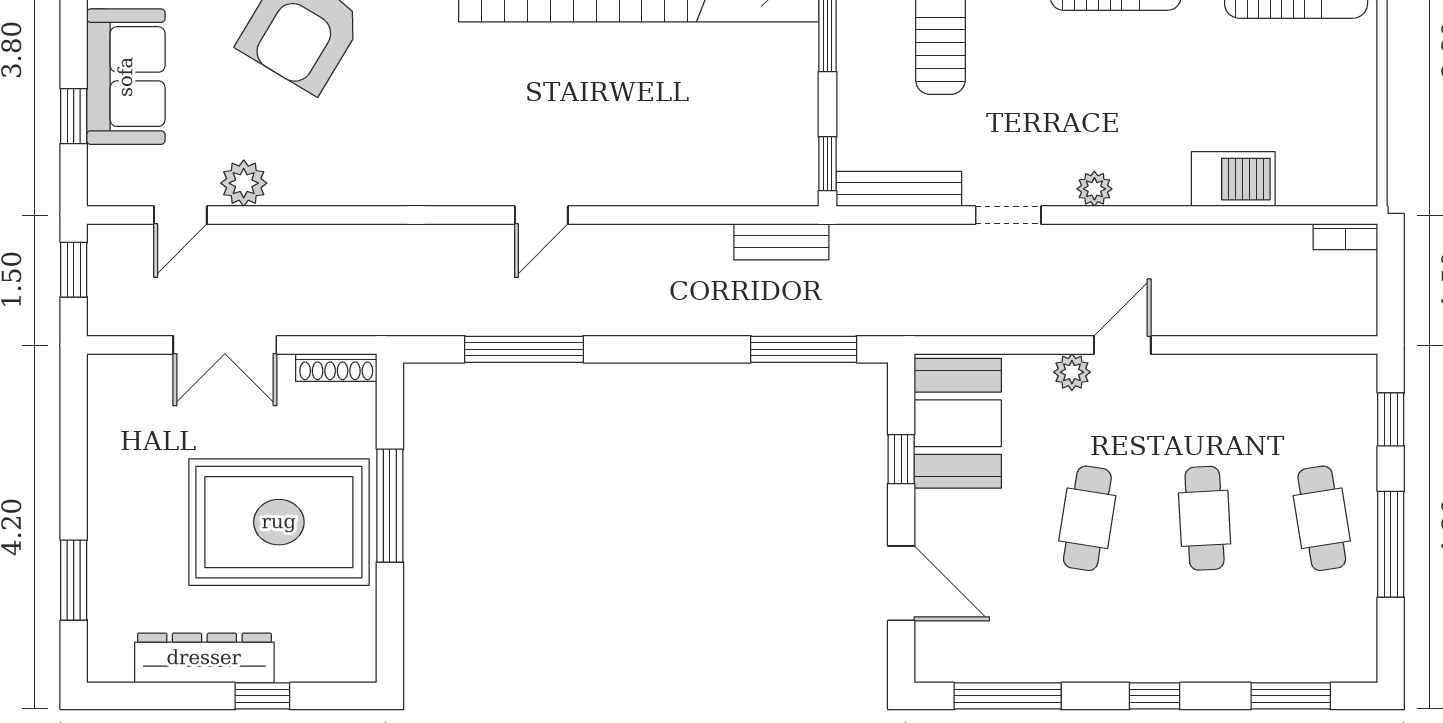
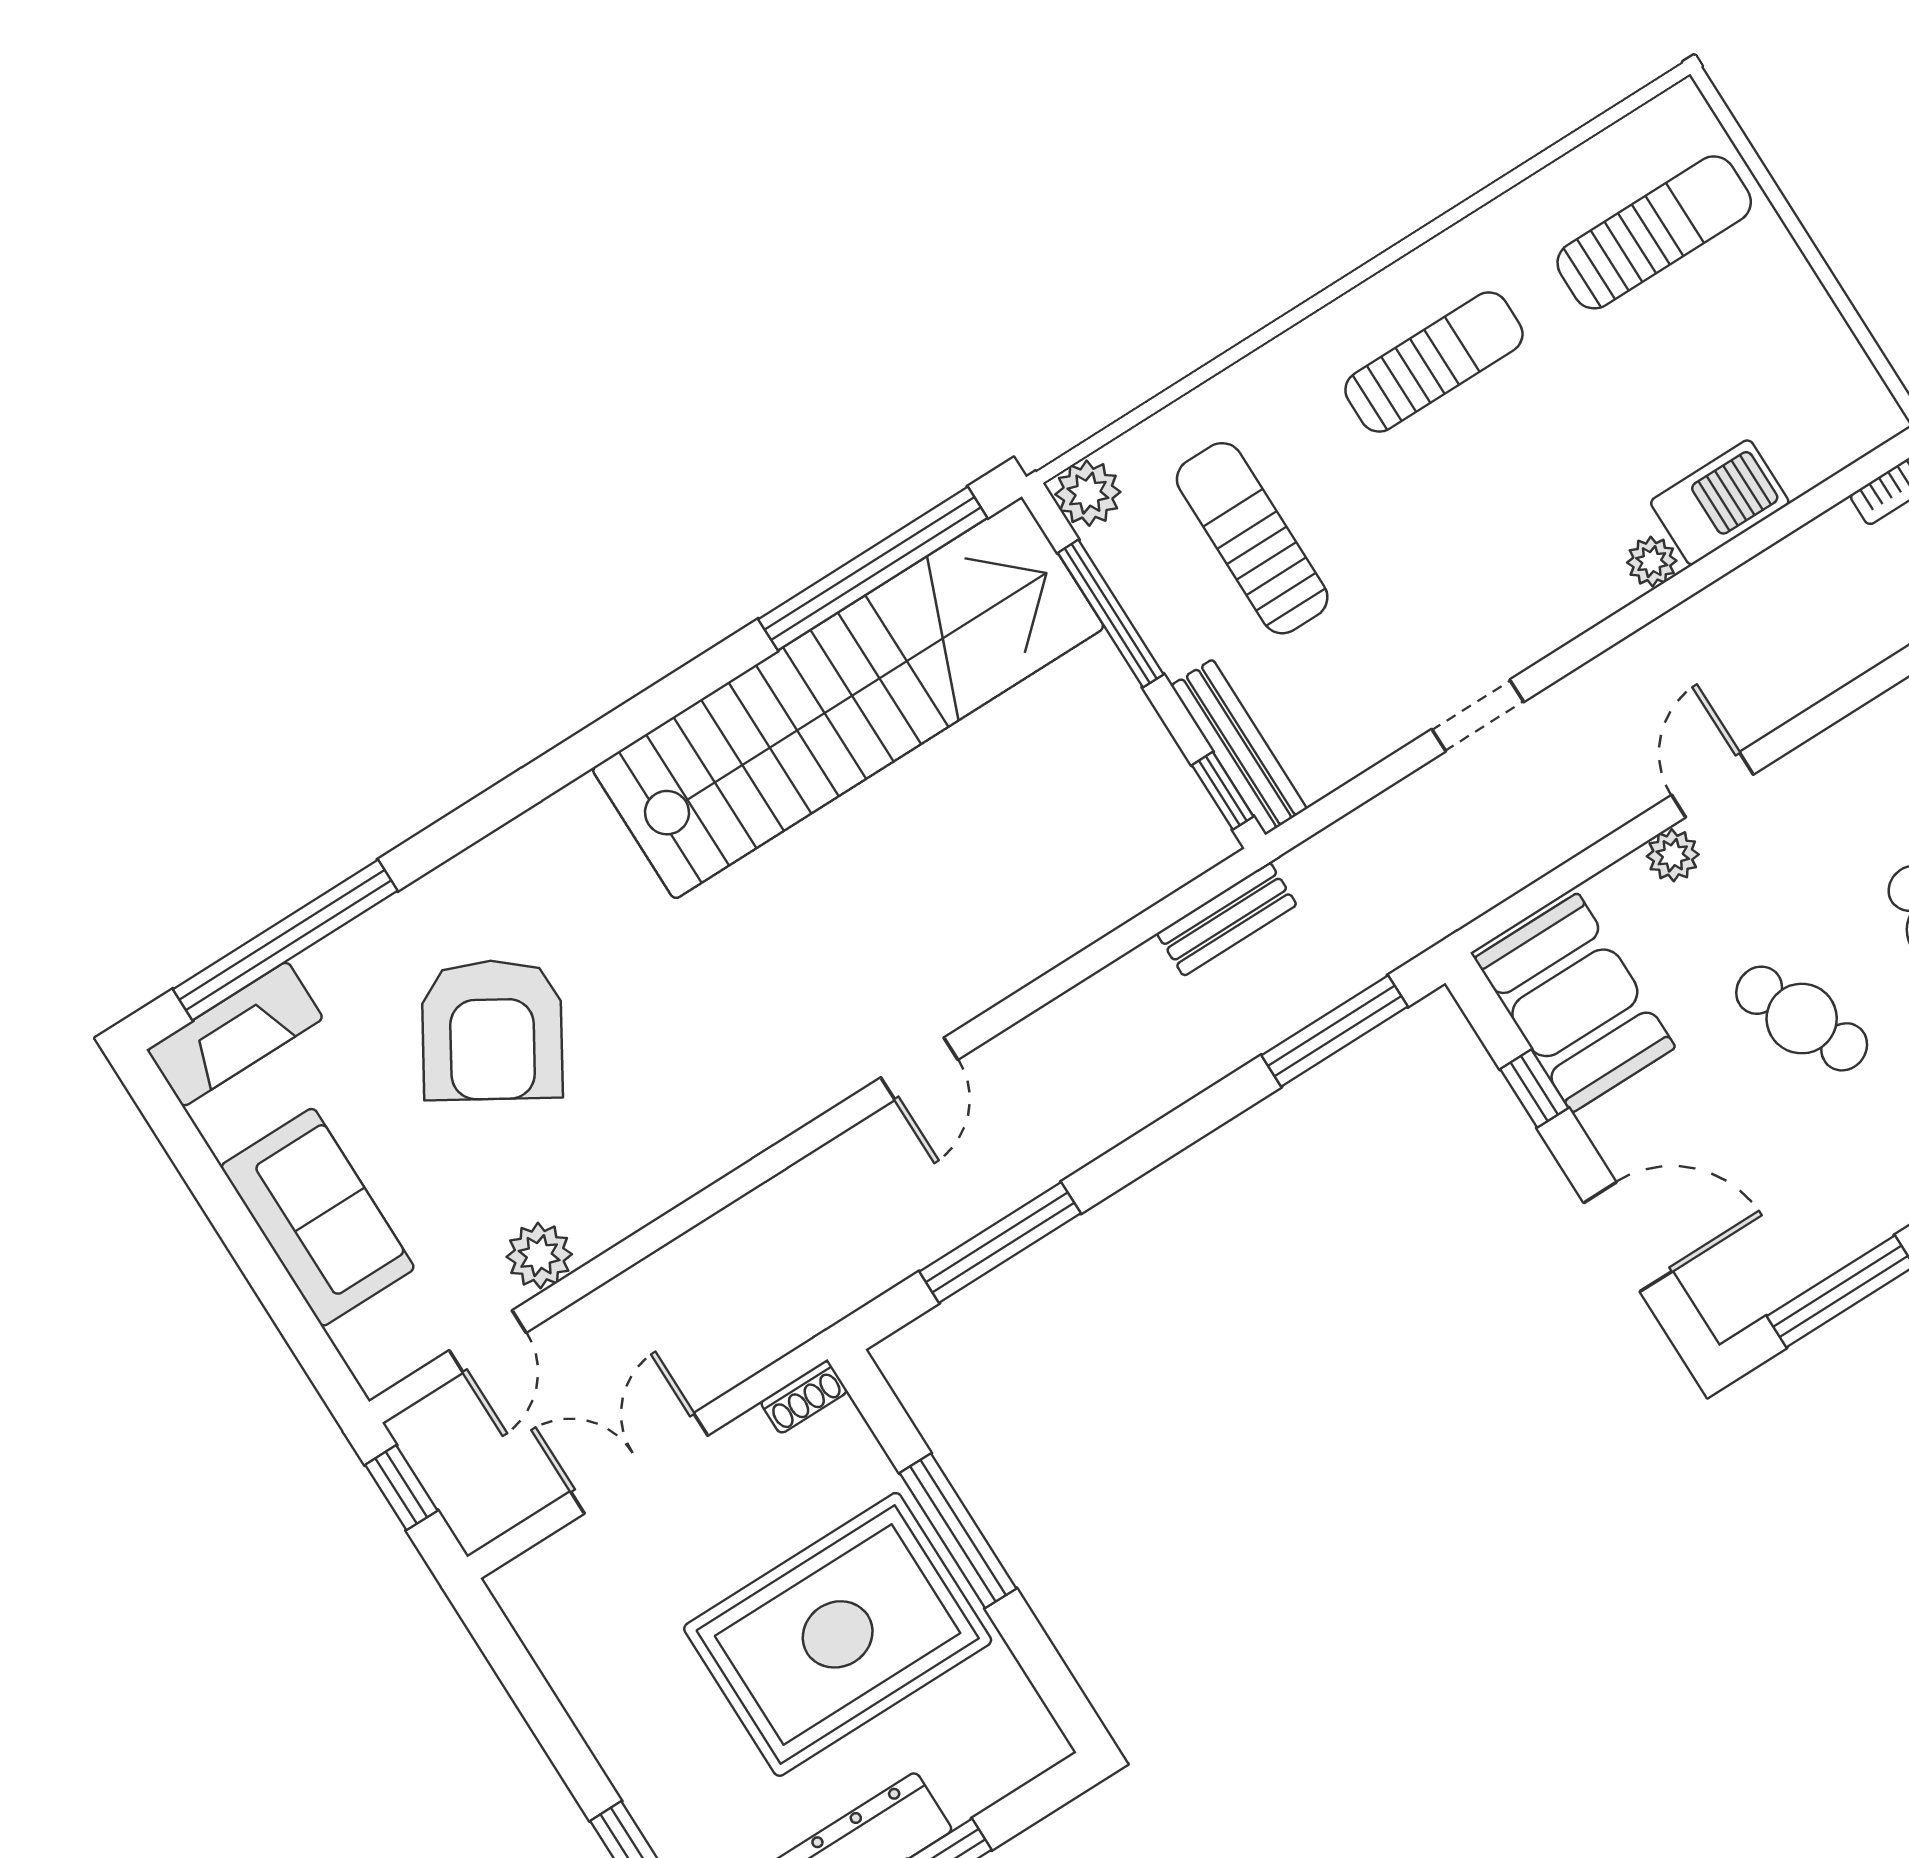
window: (74, 116) -> (285, 1304), removed
bench: (899, 189) -> (1239, 747), moved, turned 90
plant: (1094, 189) -> (1652, 562), moved
double door: (225, 345) -> (639, 1463), swing flipped
shoe rack: (336, 368) -> (804, 1397), width x0.70
cafe table: (1087, 518) -> (1802, 1019), turned -33

